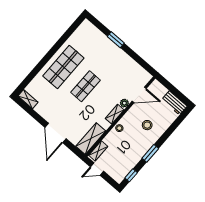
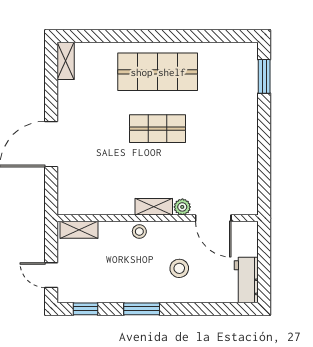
window: (116, 40) -> (264, 76), moved
shelving: (91, 139) -> (88, 203), removed
door: (97, 169) -> (51, 275), moved

